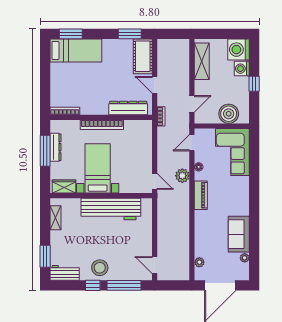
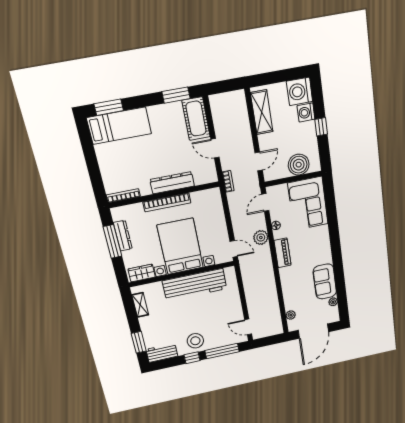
dresser: (128, 108) -> (172, 183), moved
bed with nightstands: (98, 168) -> (180, 246), width x1.36

